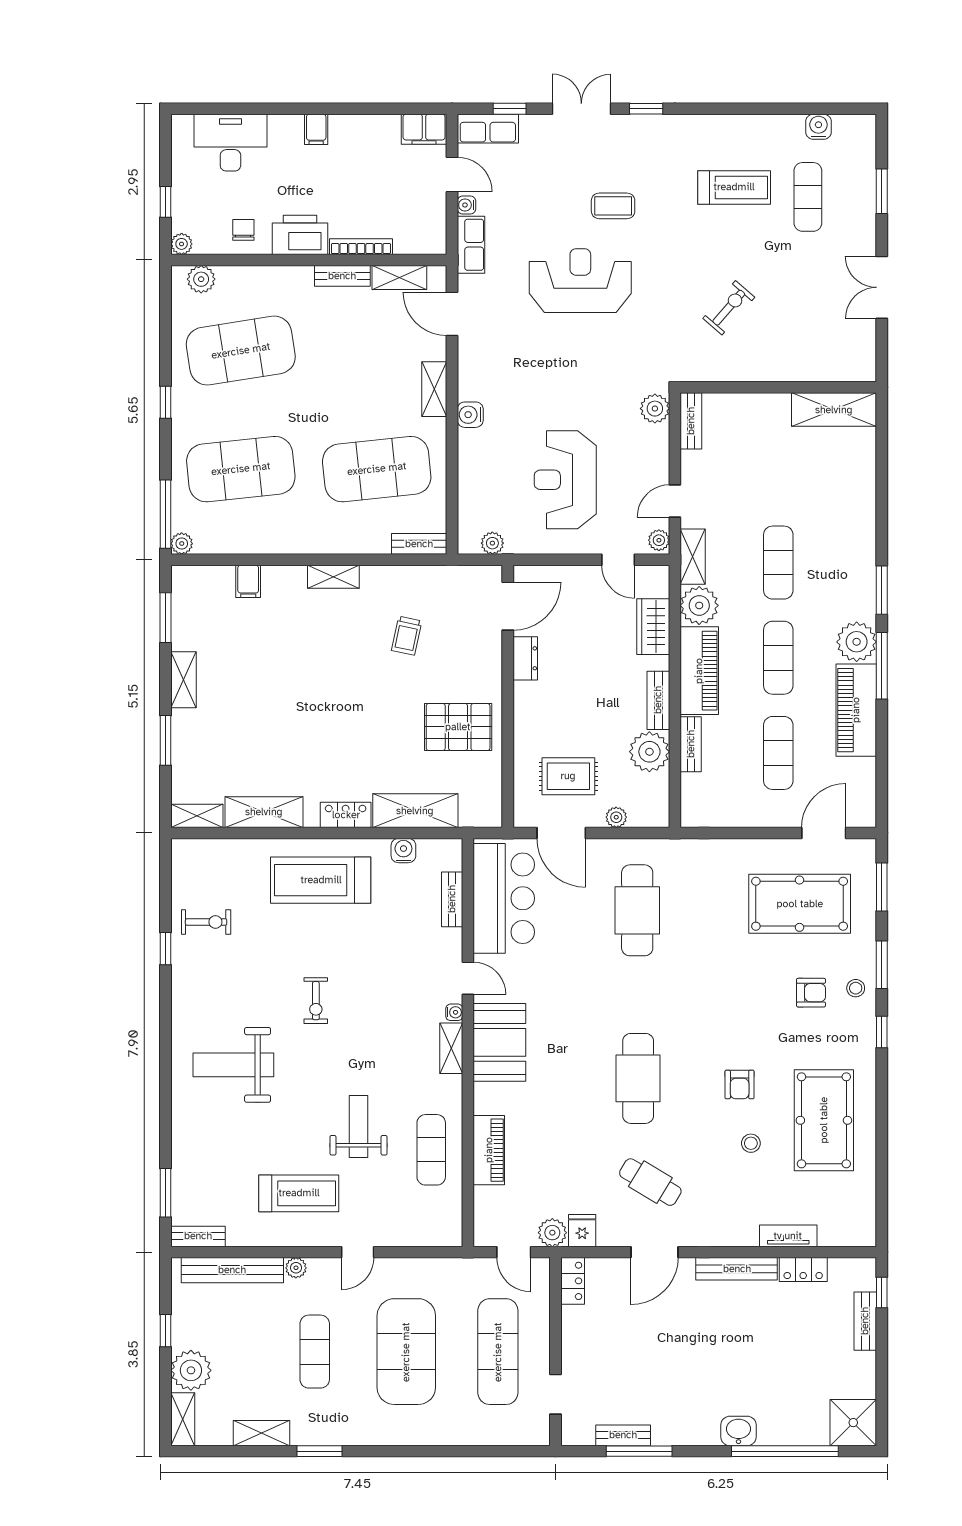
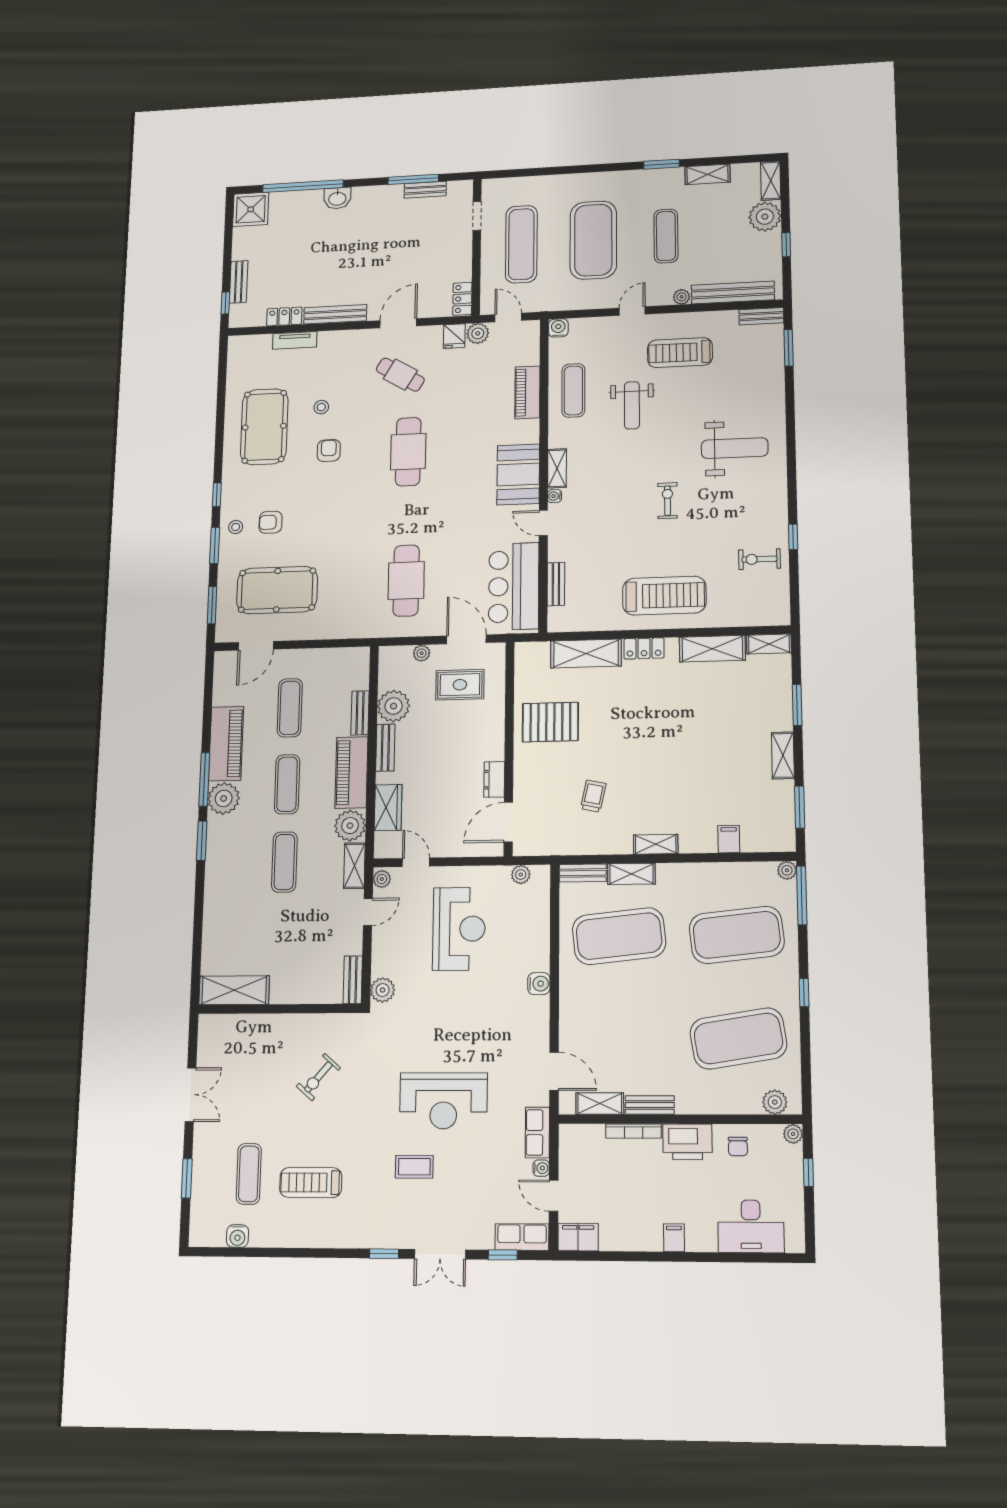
shelving: (434, 389) -> (631, 874), moved, turned 90
water cooler: (403, 851) -> (558, 328), moved, turned 180

